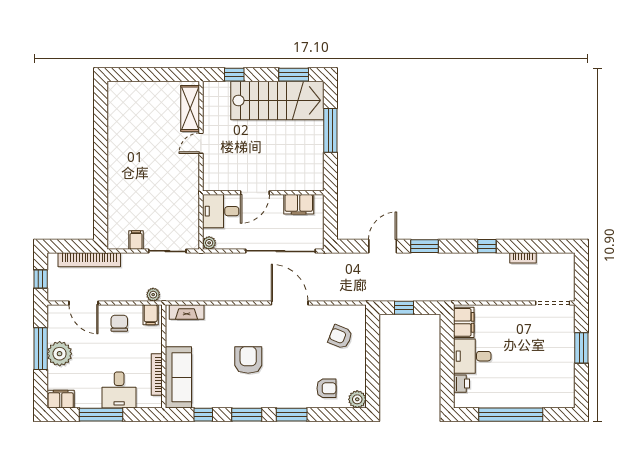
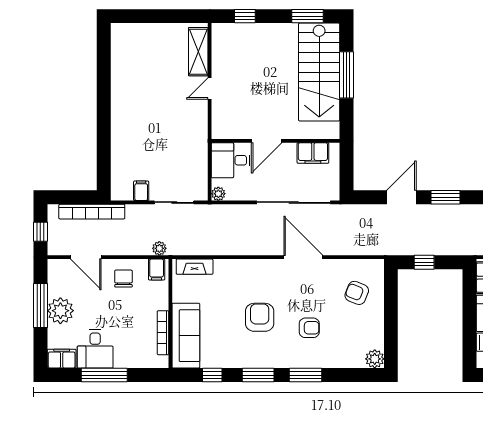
stairs: (277, 100) -> (319, 72), moved, turned 90
armchair: (326, 388) -> (309, 328), moved
desk: (119, 390) -> (95, 349), moved

